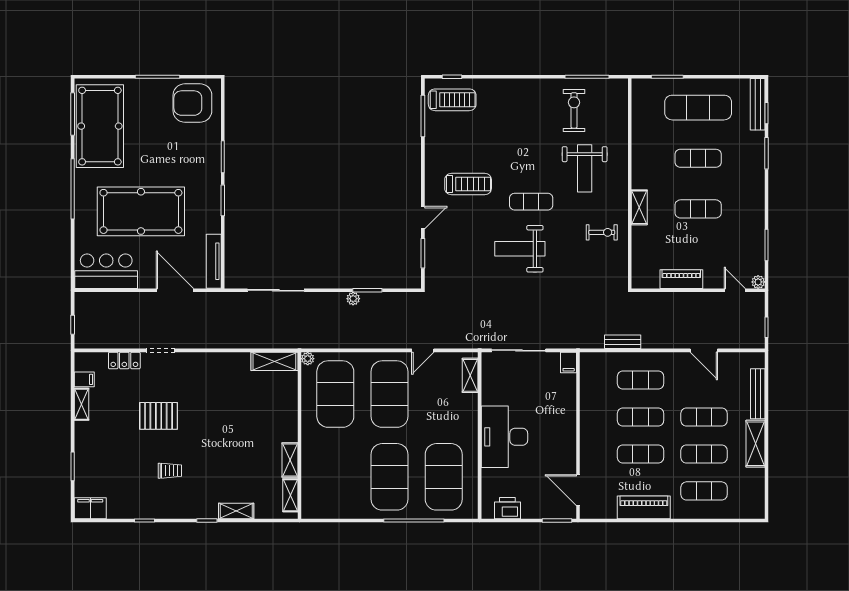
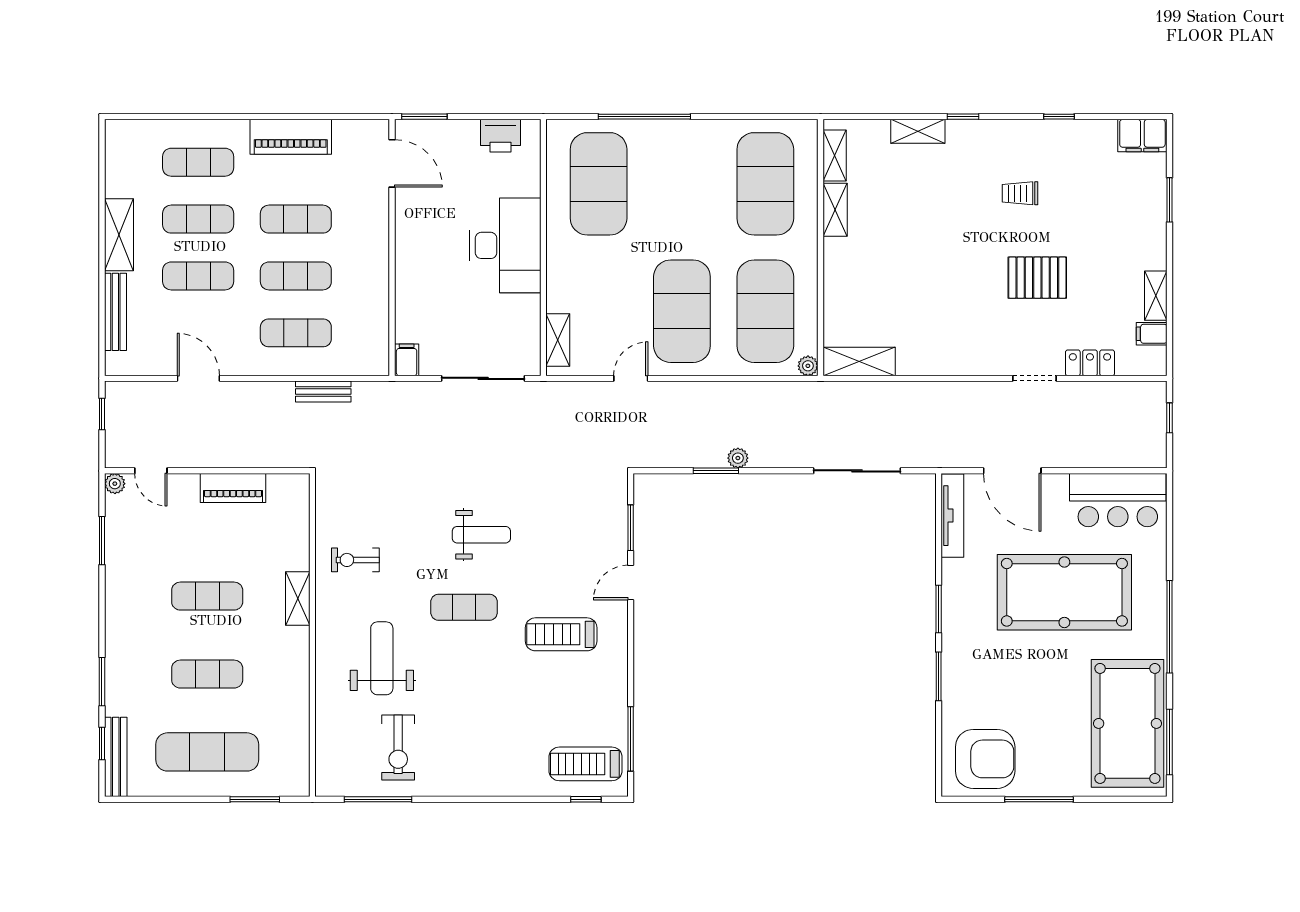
weight bench: (520, 249) -> (481, 535), width x0.73, depth x0.75
exercise mat: (390, 477) -> (765, 184), moved

